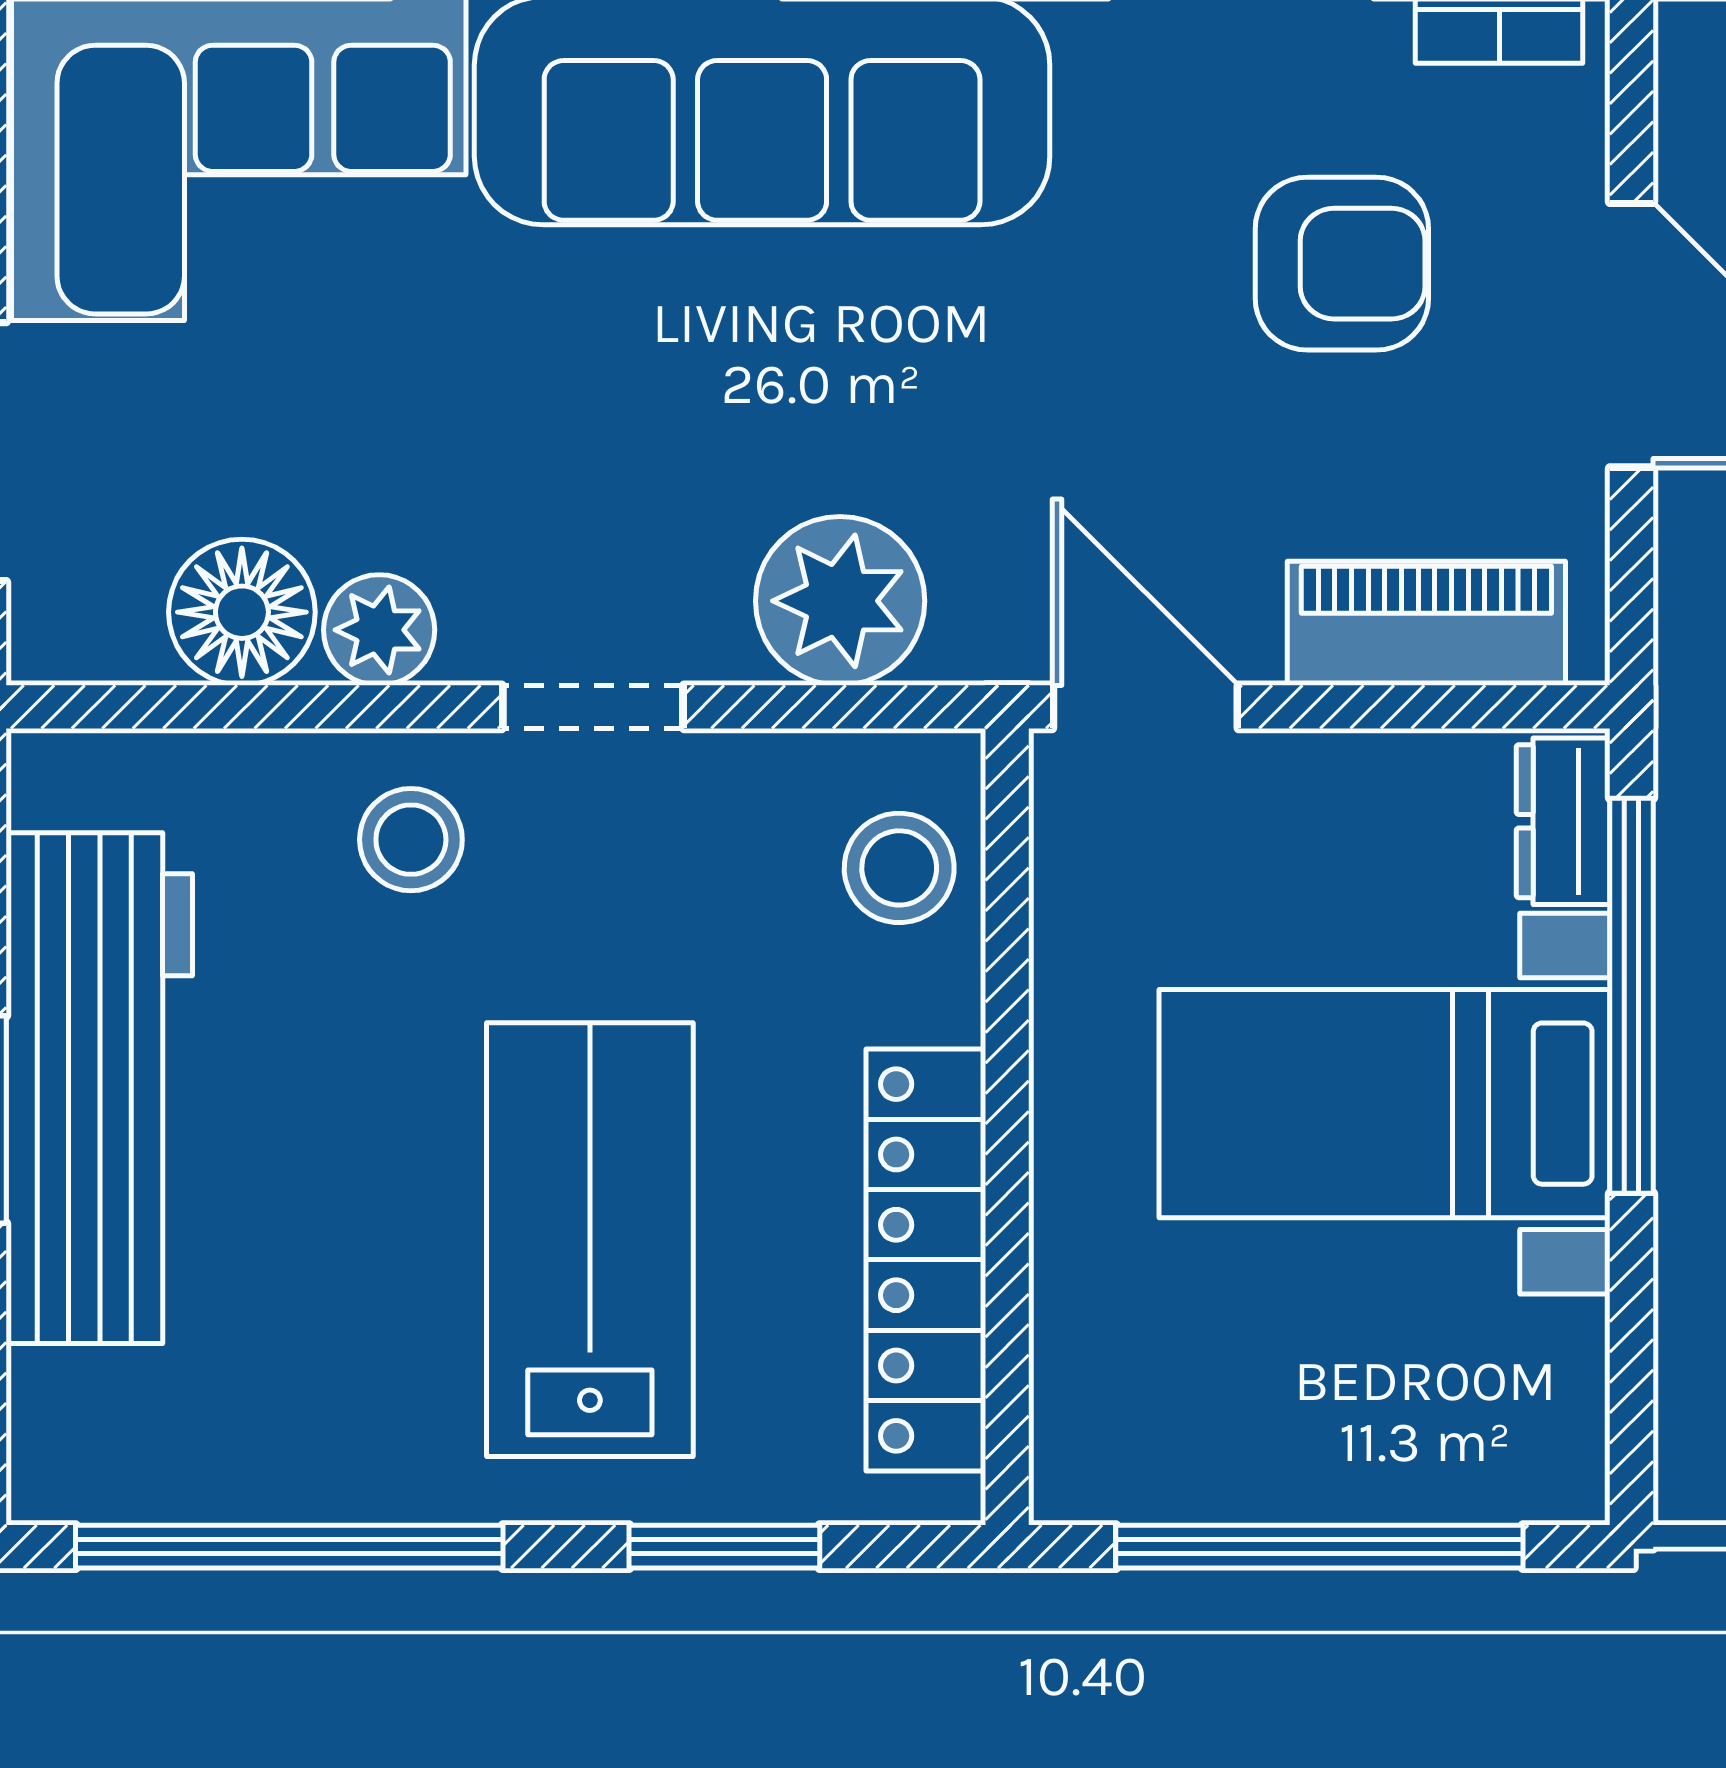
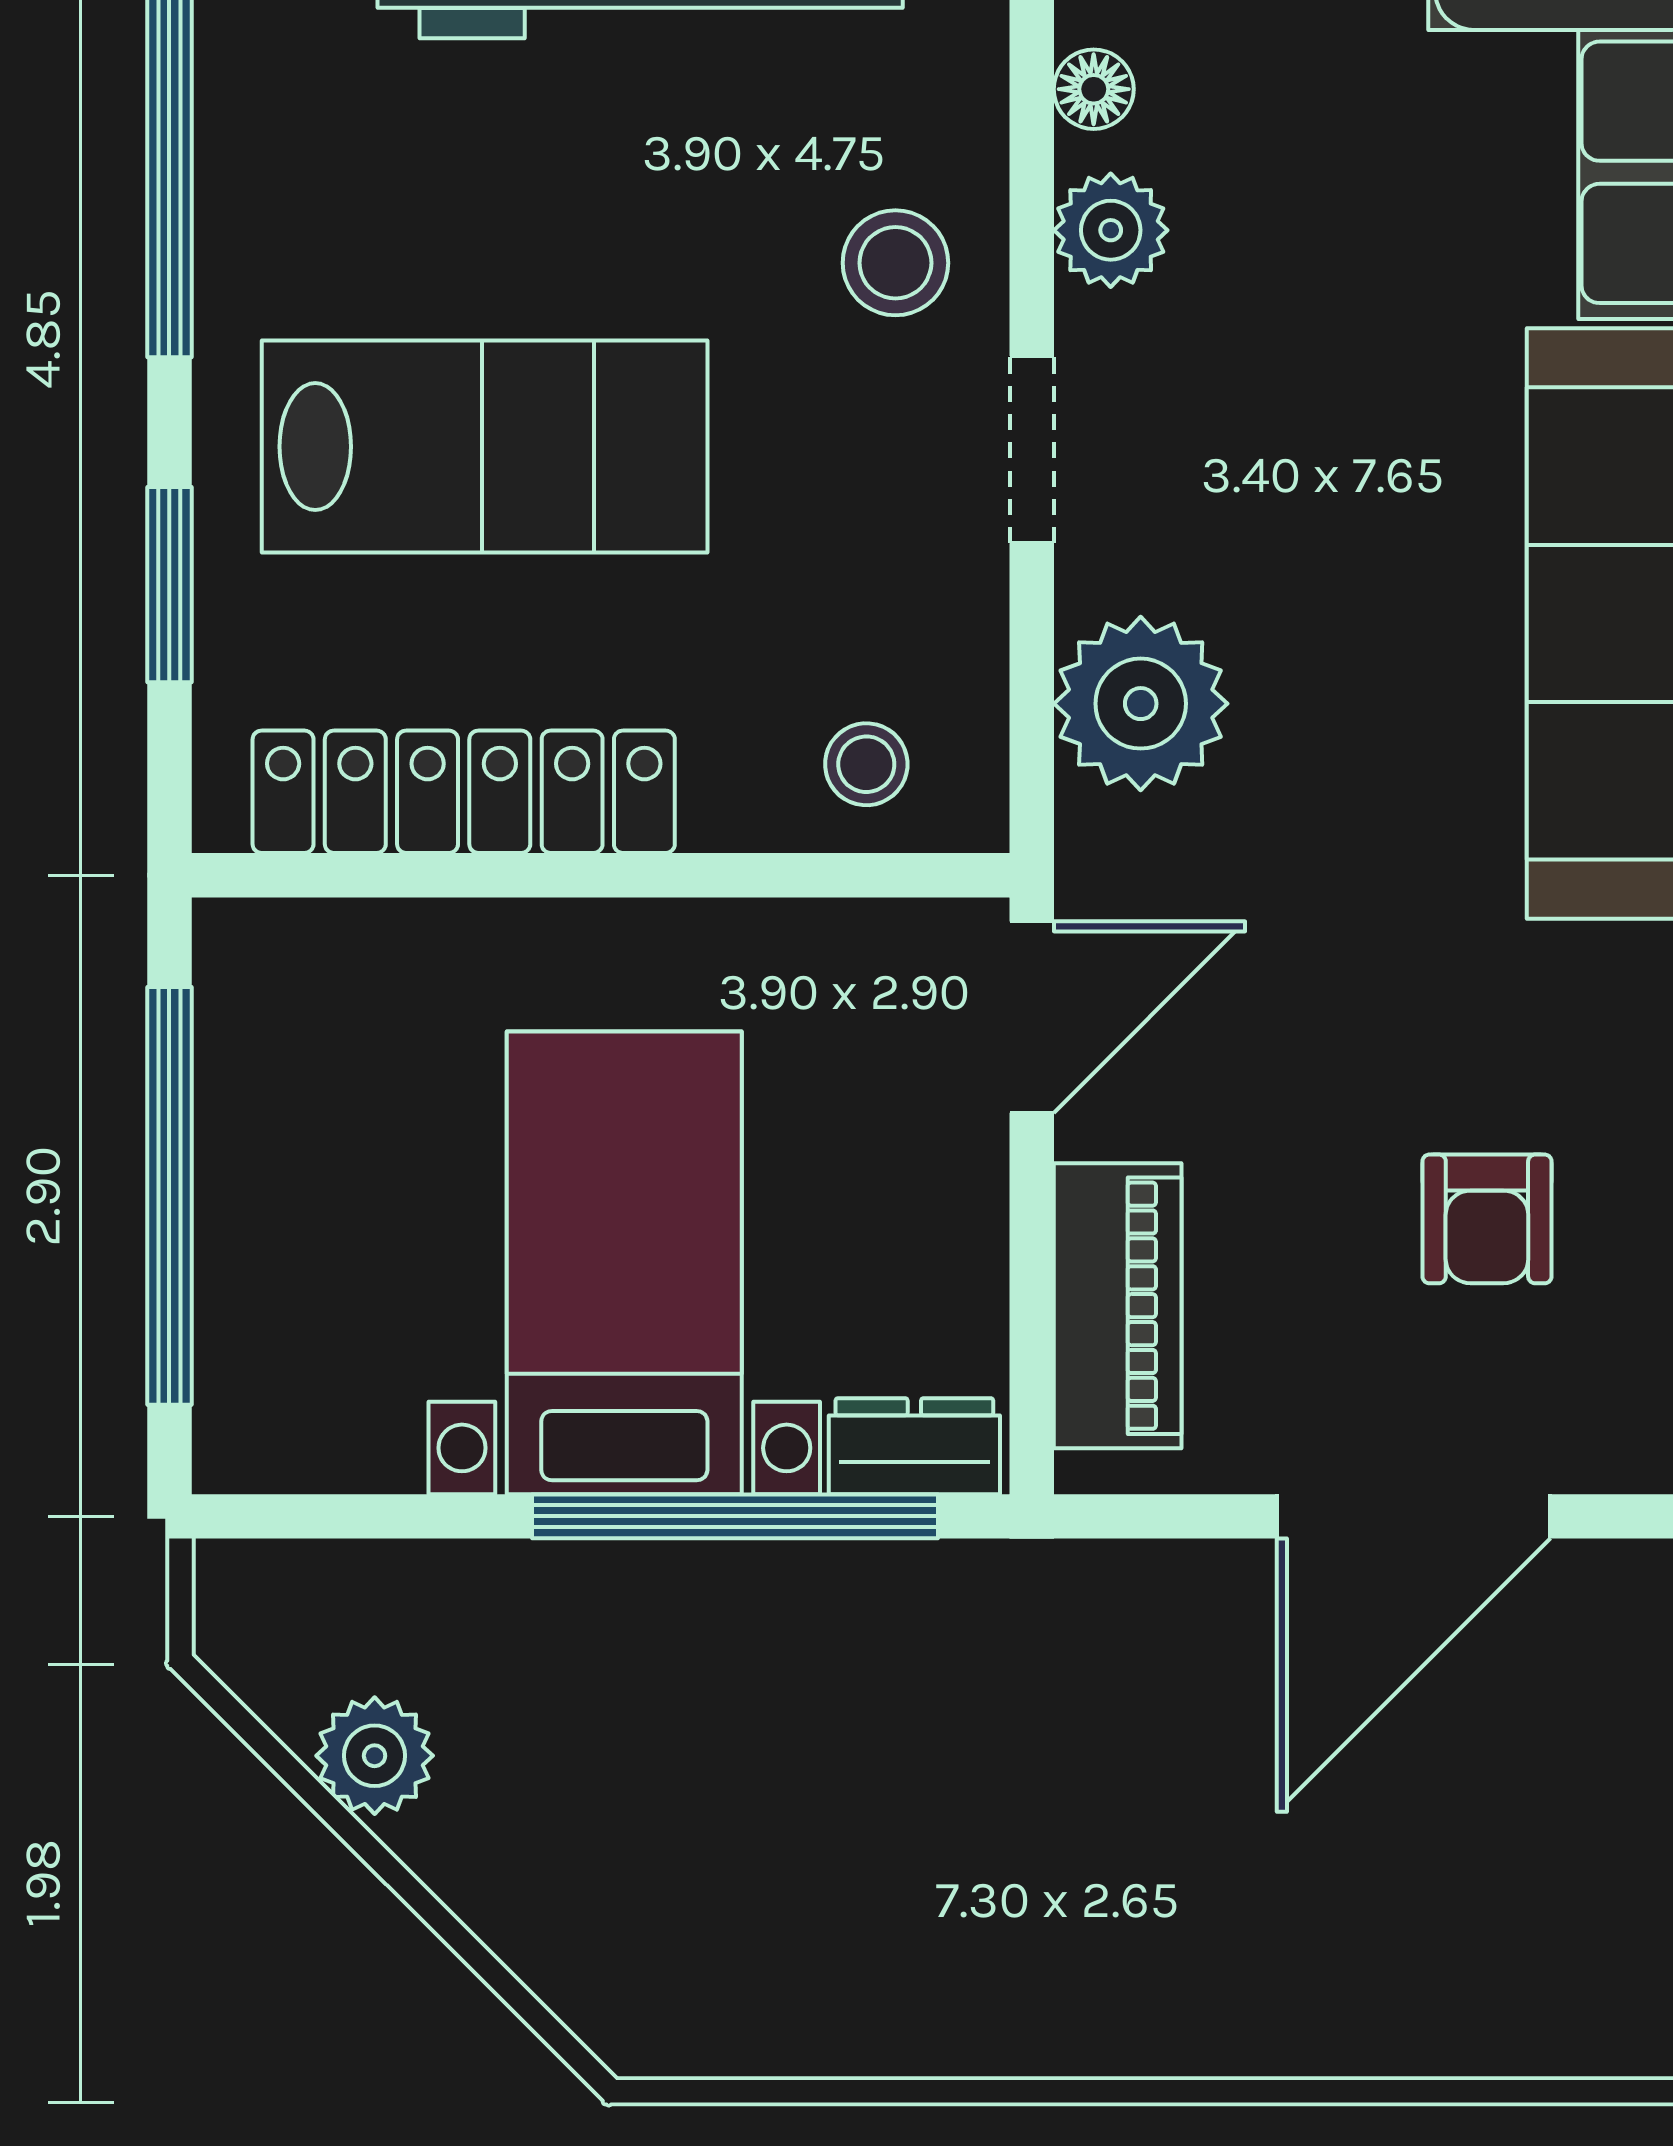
armchair: (1342, 264) -> (1487, 1219), width x0.72, depth x0.72
floor lamp: (242, 612) -> (1094, 89), width x0.53, depth x0.53
stool: (899, 868) -> (866, 764), width x0.73, depth x0.73

